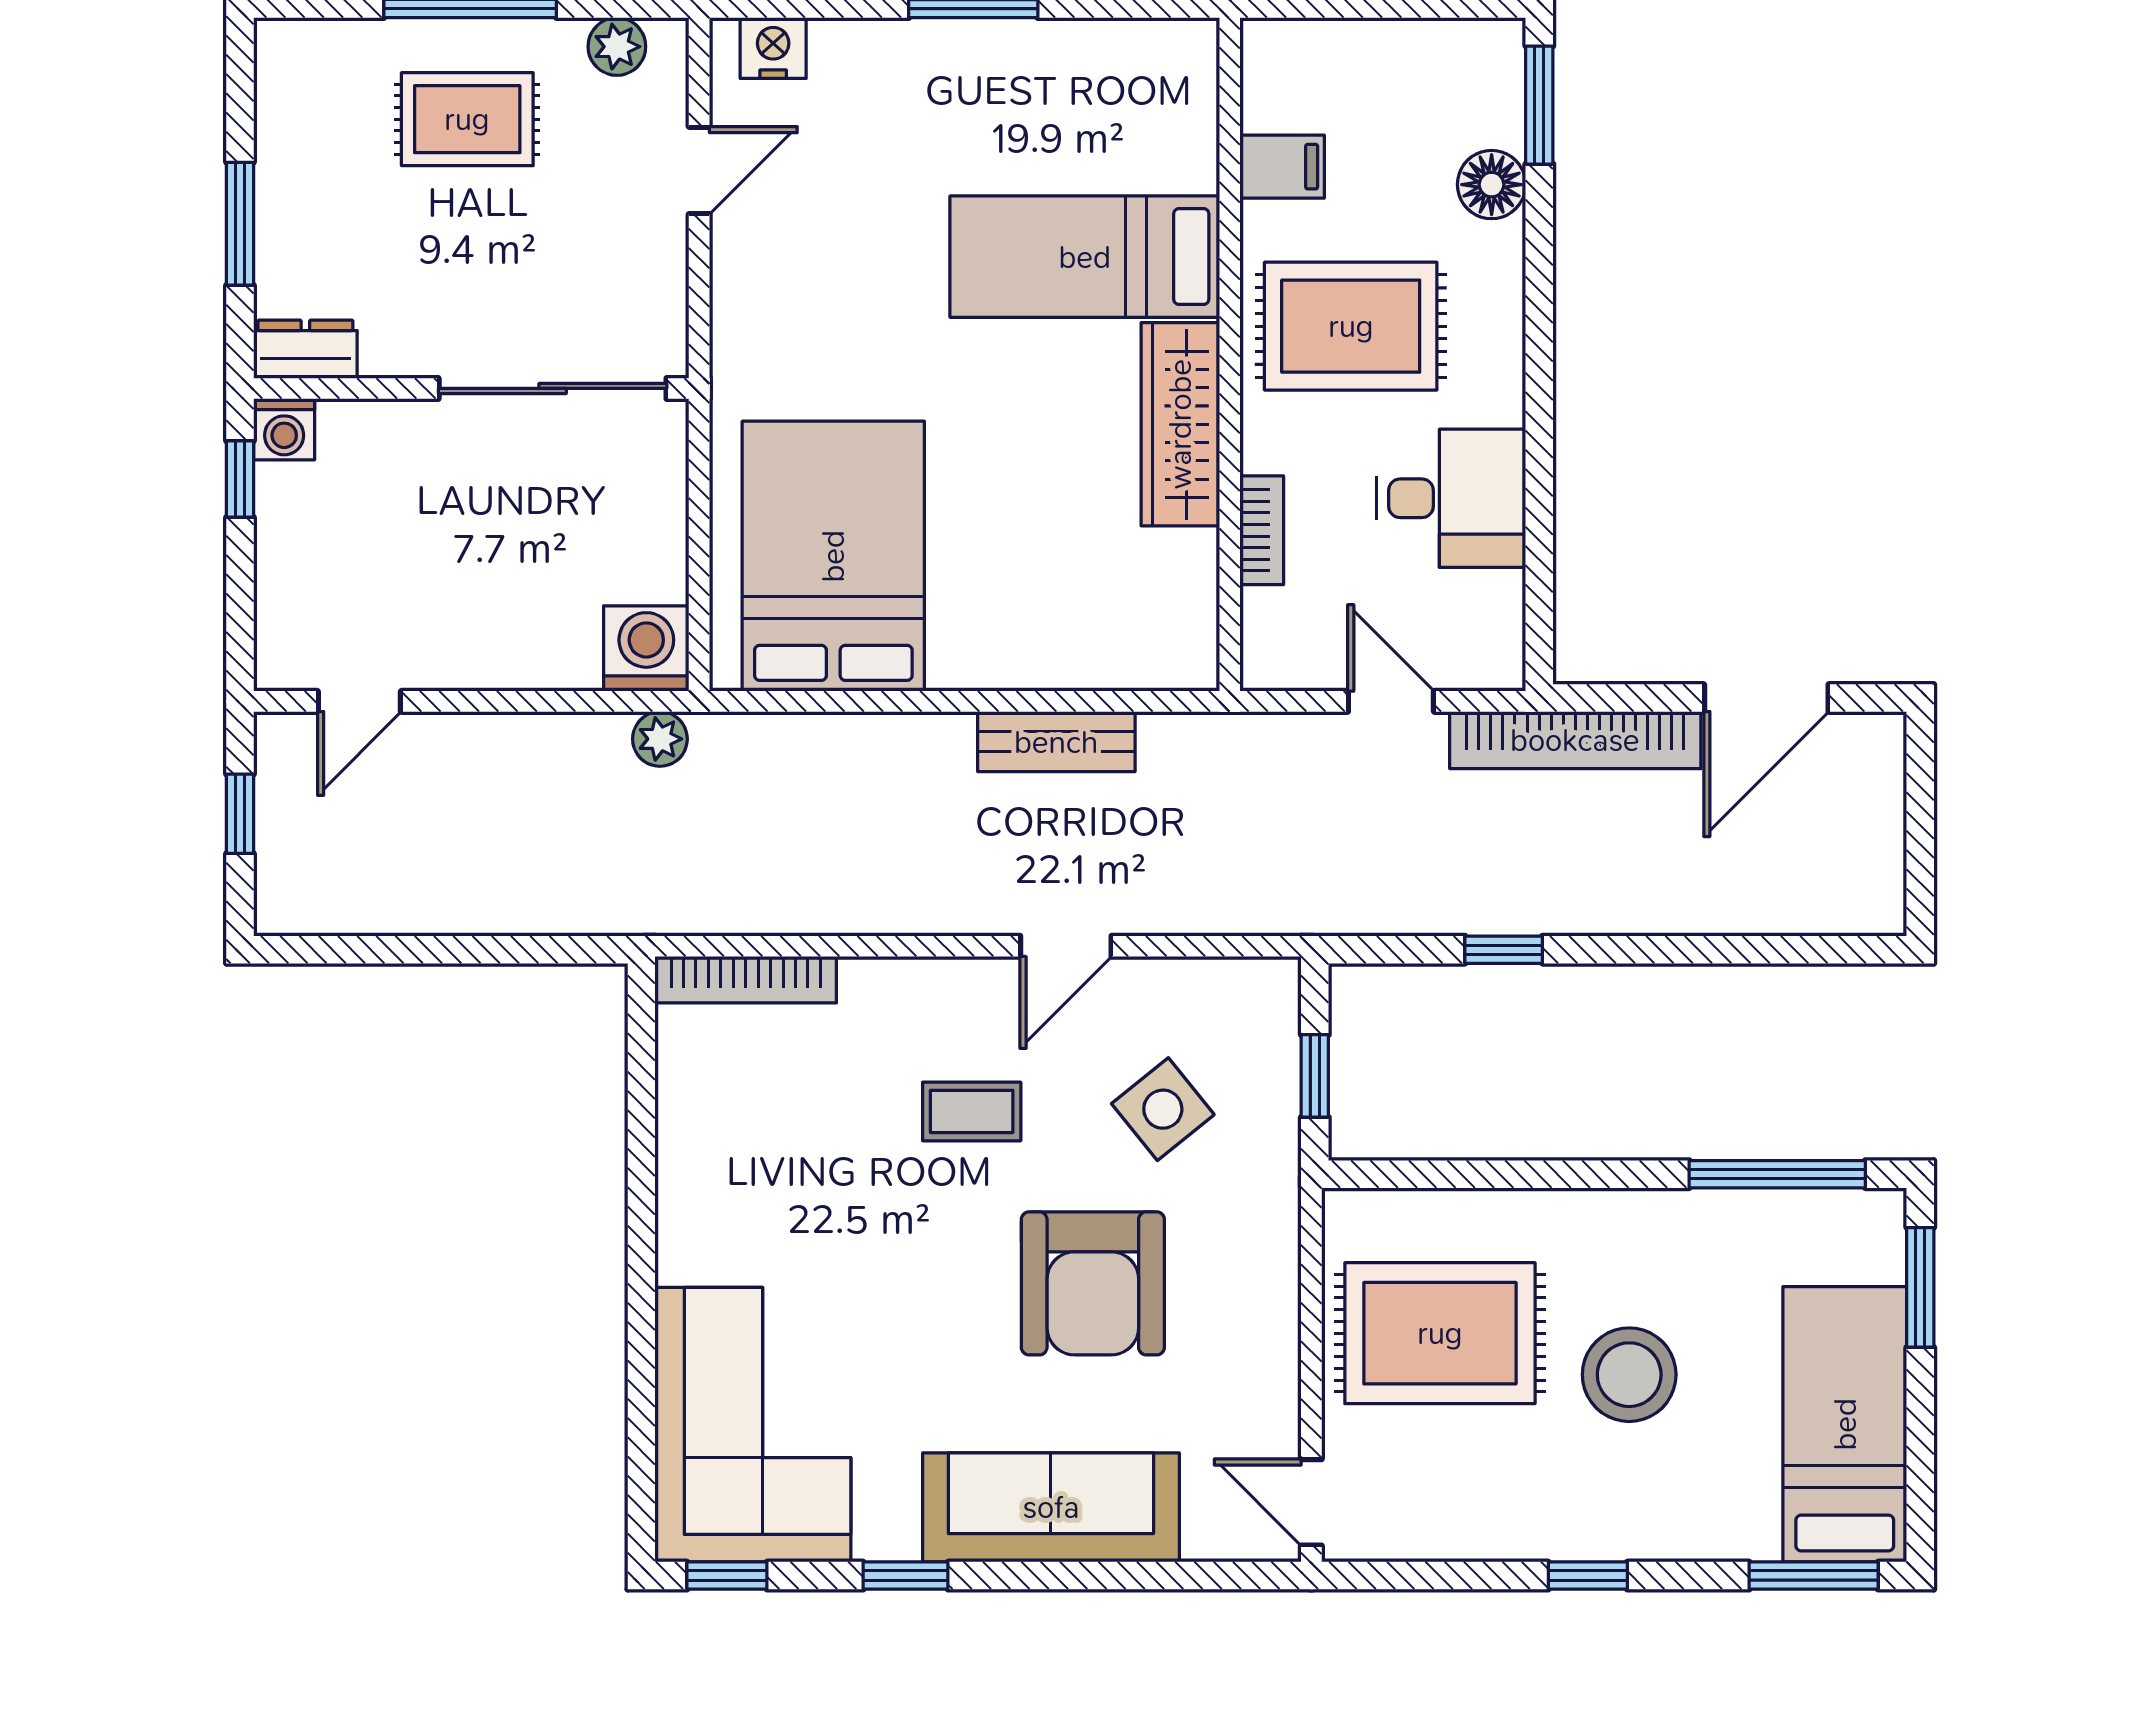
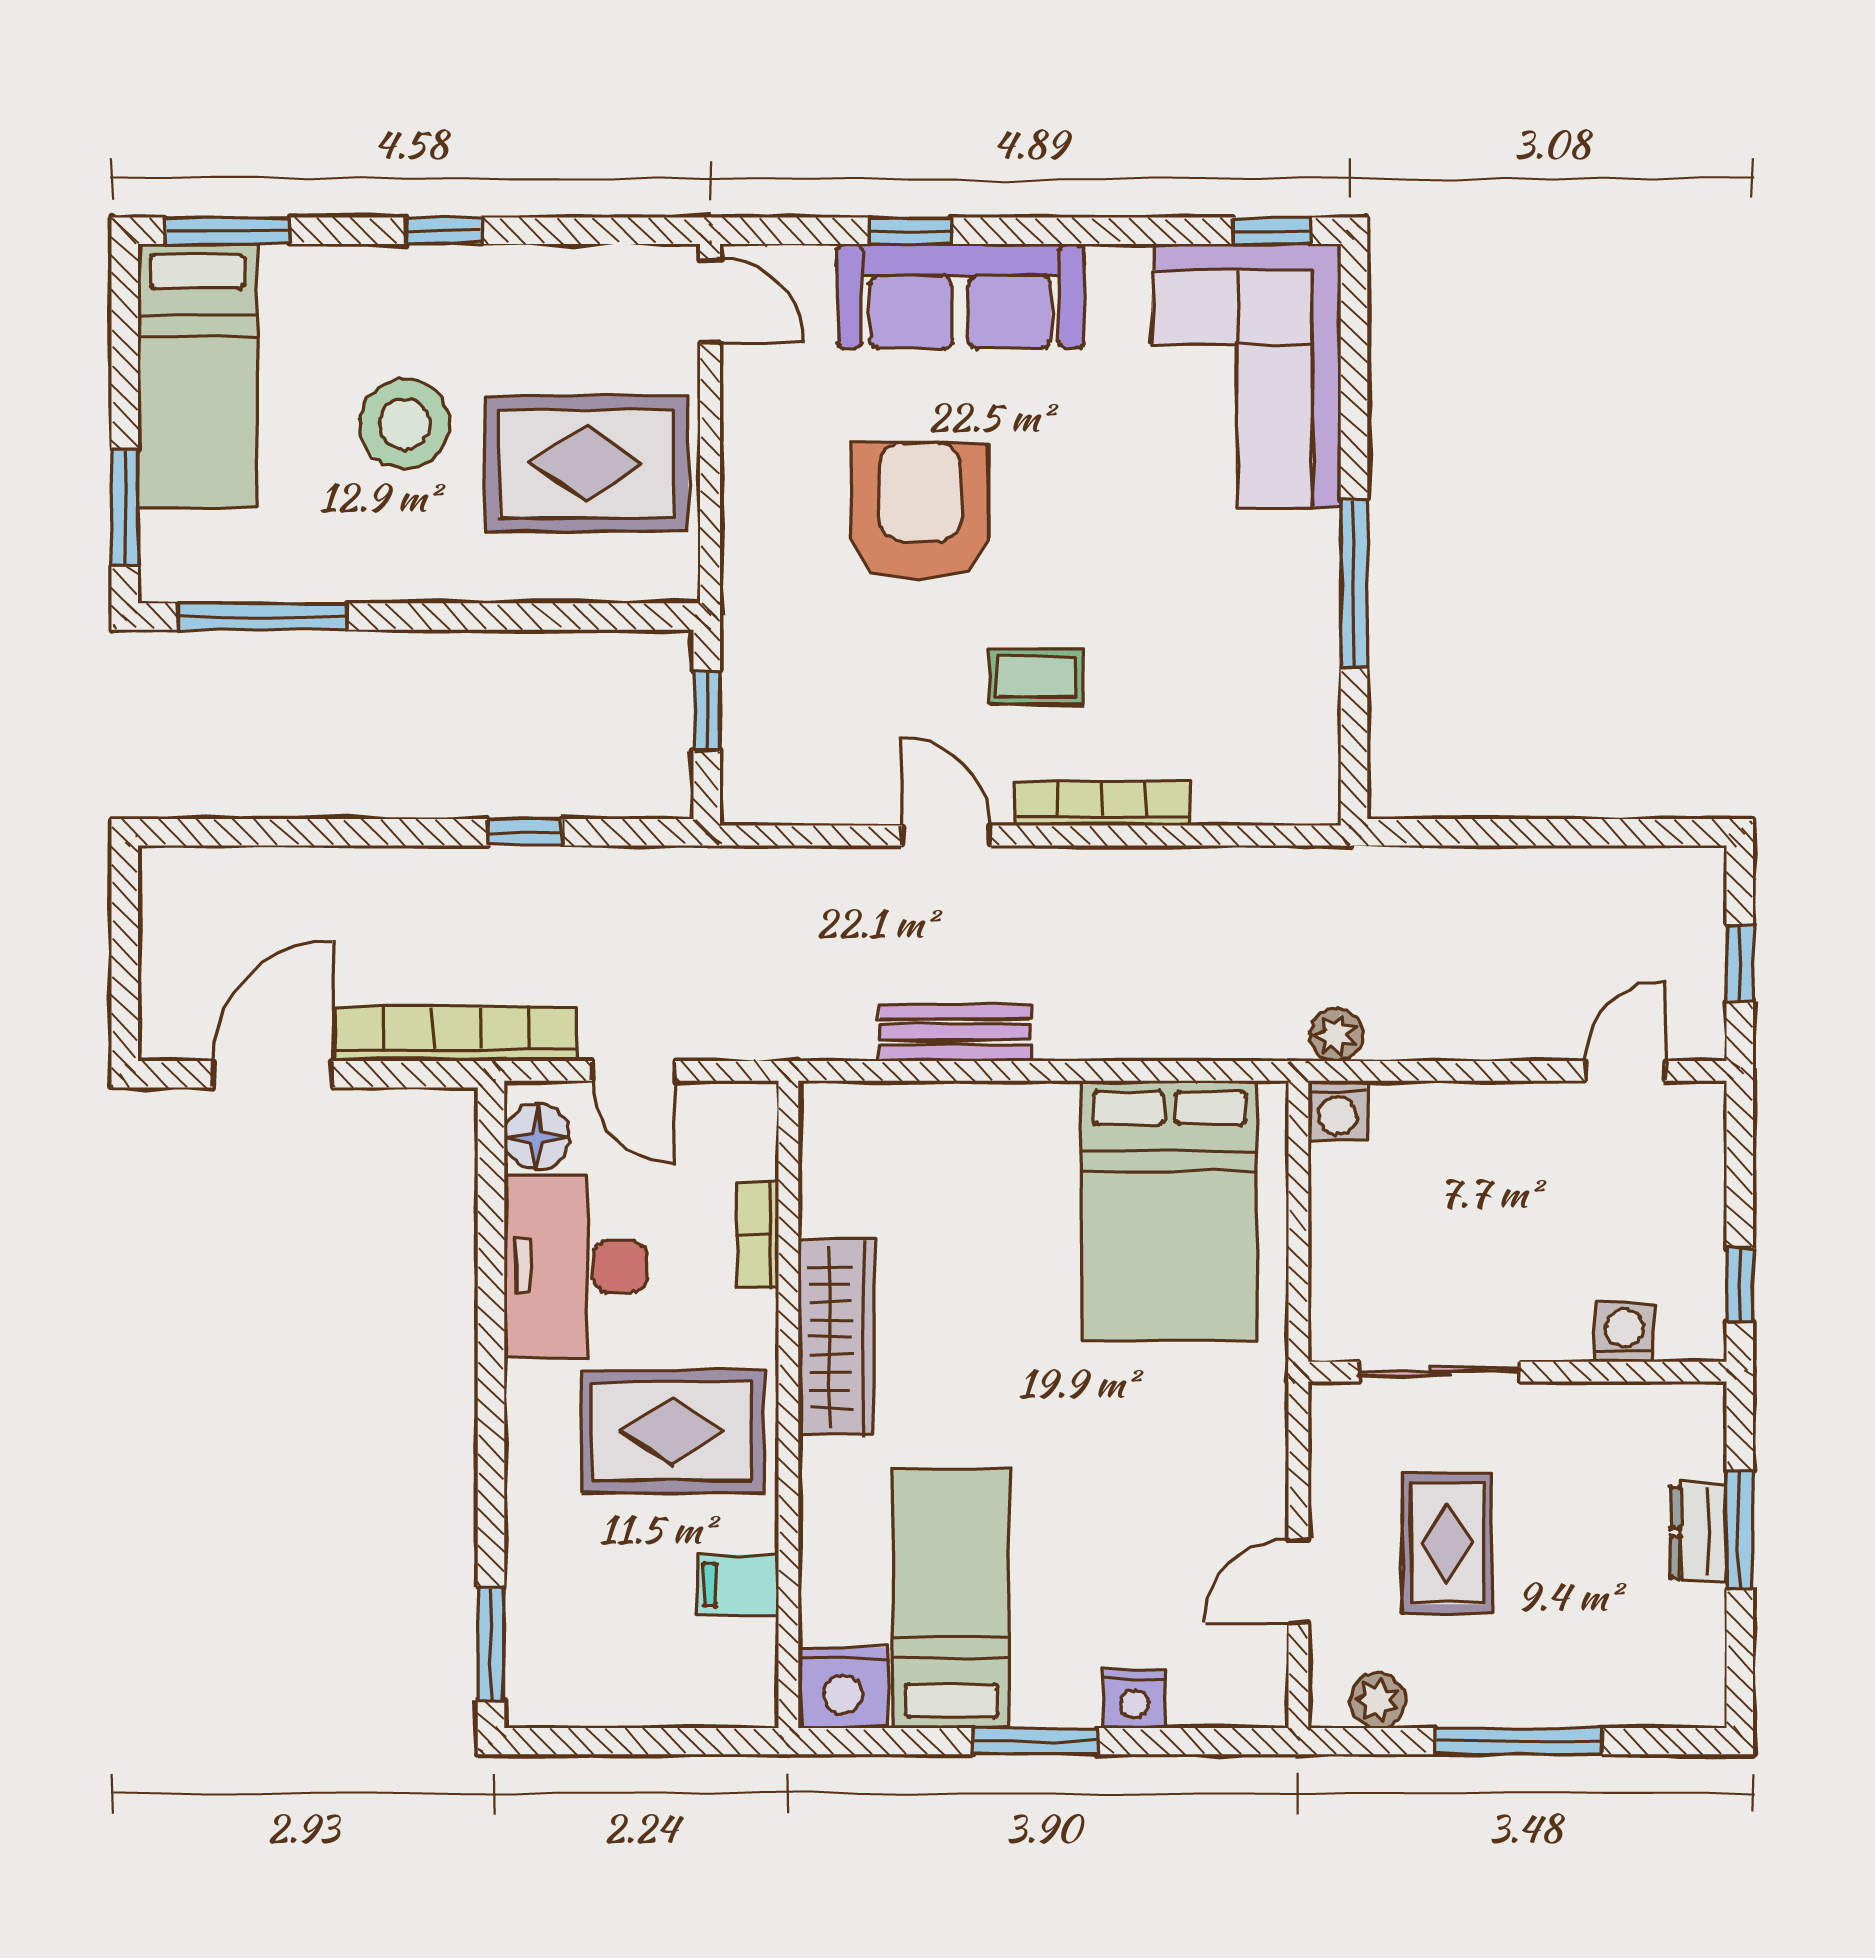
nightstand: (773, 48) -> (1134, 1699), moved
nightstand: (1173, 60) -> (843, 1688), added
rug: (467, 119) -> (1447, 1544), moved, turned 90
floor lamp: (1492, 185) -> (537, 1137), moved
bed: (1085, 257) -> (952, 1598), moved, turned -90
dresser: (305, 349) -> (1699, 1532), moved, turned 90
sliding door: (553, 388) -> (1439, 1372), width x0.73
washing machine: (284, 429) -> (1624, 1333), moved
desk: (1451, 498) -> (576, 1266), width x1.37
washing machine: (646, 649) -> (1338, 1111), width x0.73, depth x0.73
door: (1066, 946) -> (946, 836), hinge flipped
bookcase: (746, 980) -> (1102, 803), moved
side table: (1163, 1109) -> (853, 679), removed
window: (641, 1208) -> (1354, 584), added
window: (906, 1576) -> (911, 231), moved

